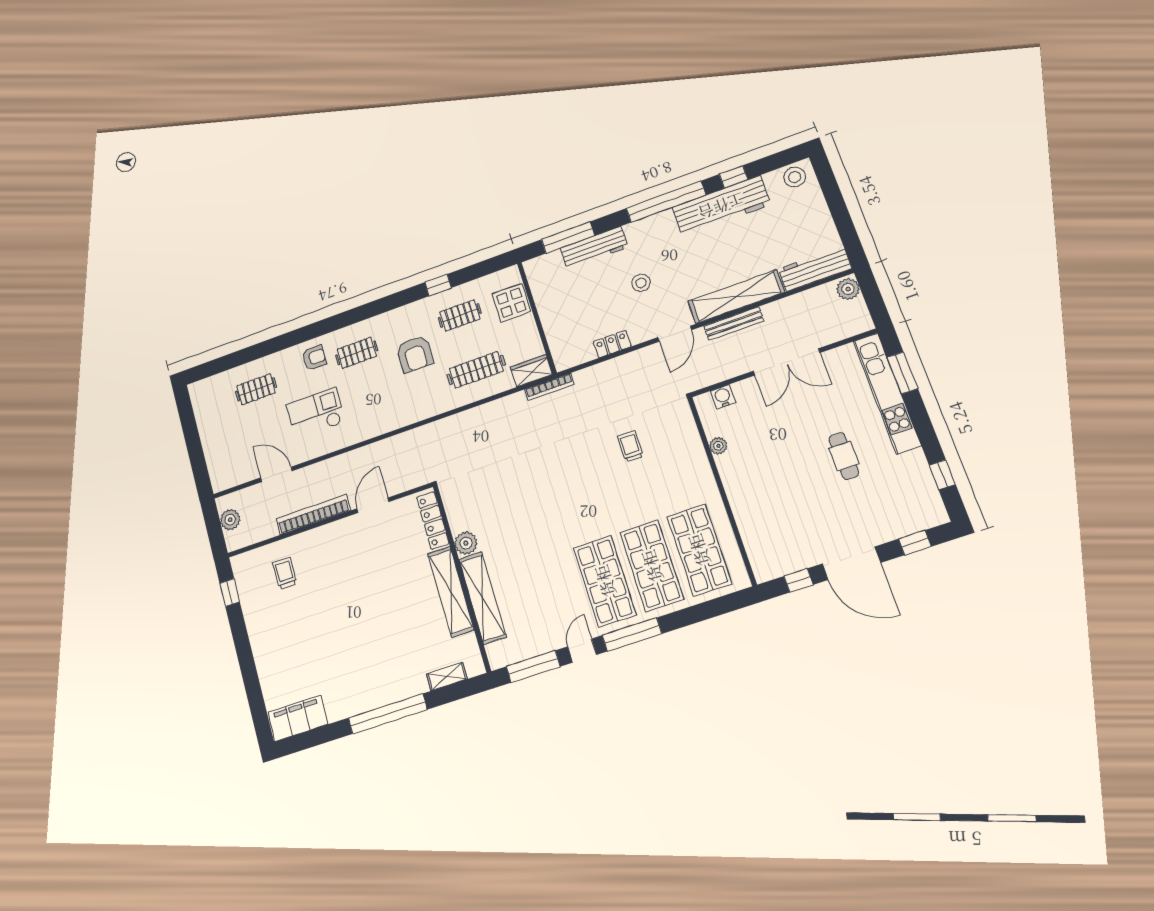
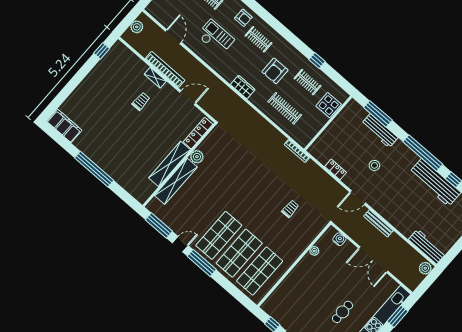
shelving: (736, 297) -> (393, 217), removed
wardrobe: (531, 371) -> (243, 87), moved
trolley: (285, 573) -> (141, 101), moved
shelving: (447, 676) -> (155, 78), moved

